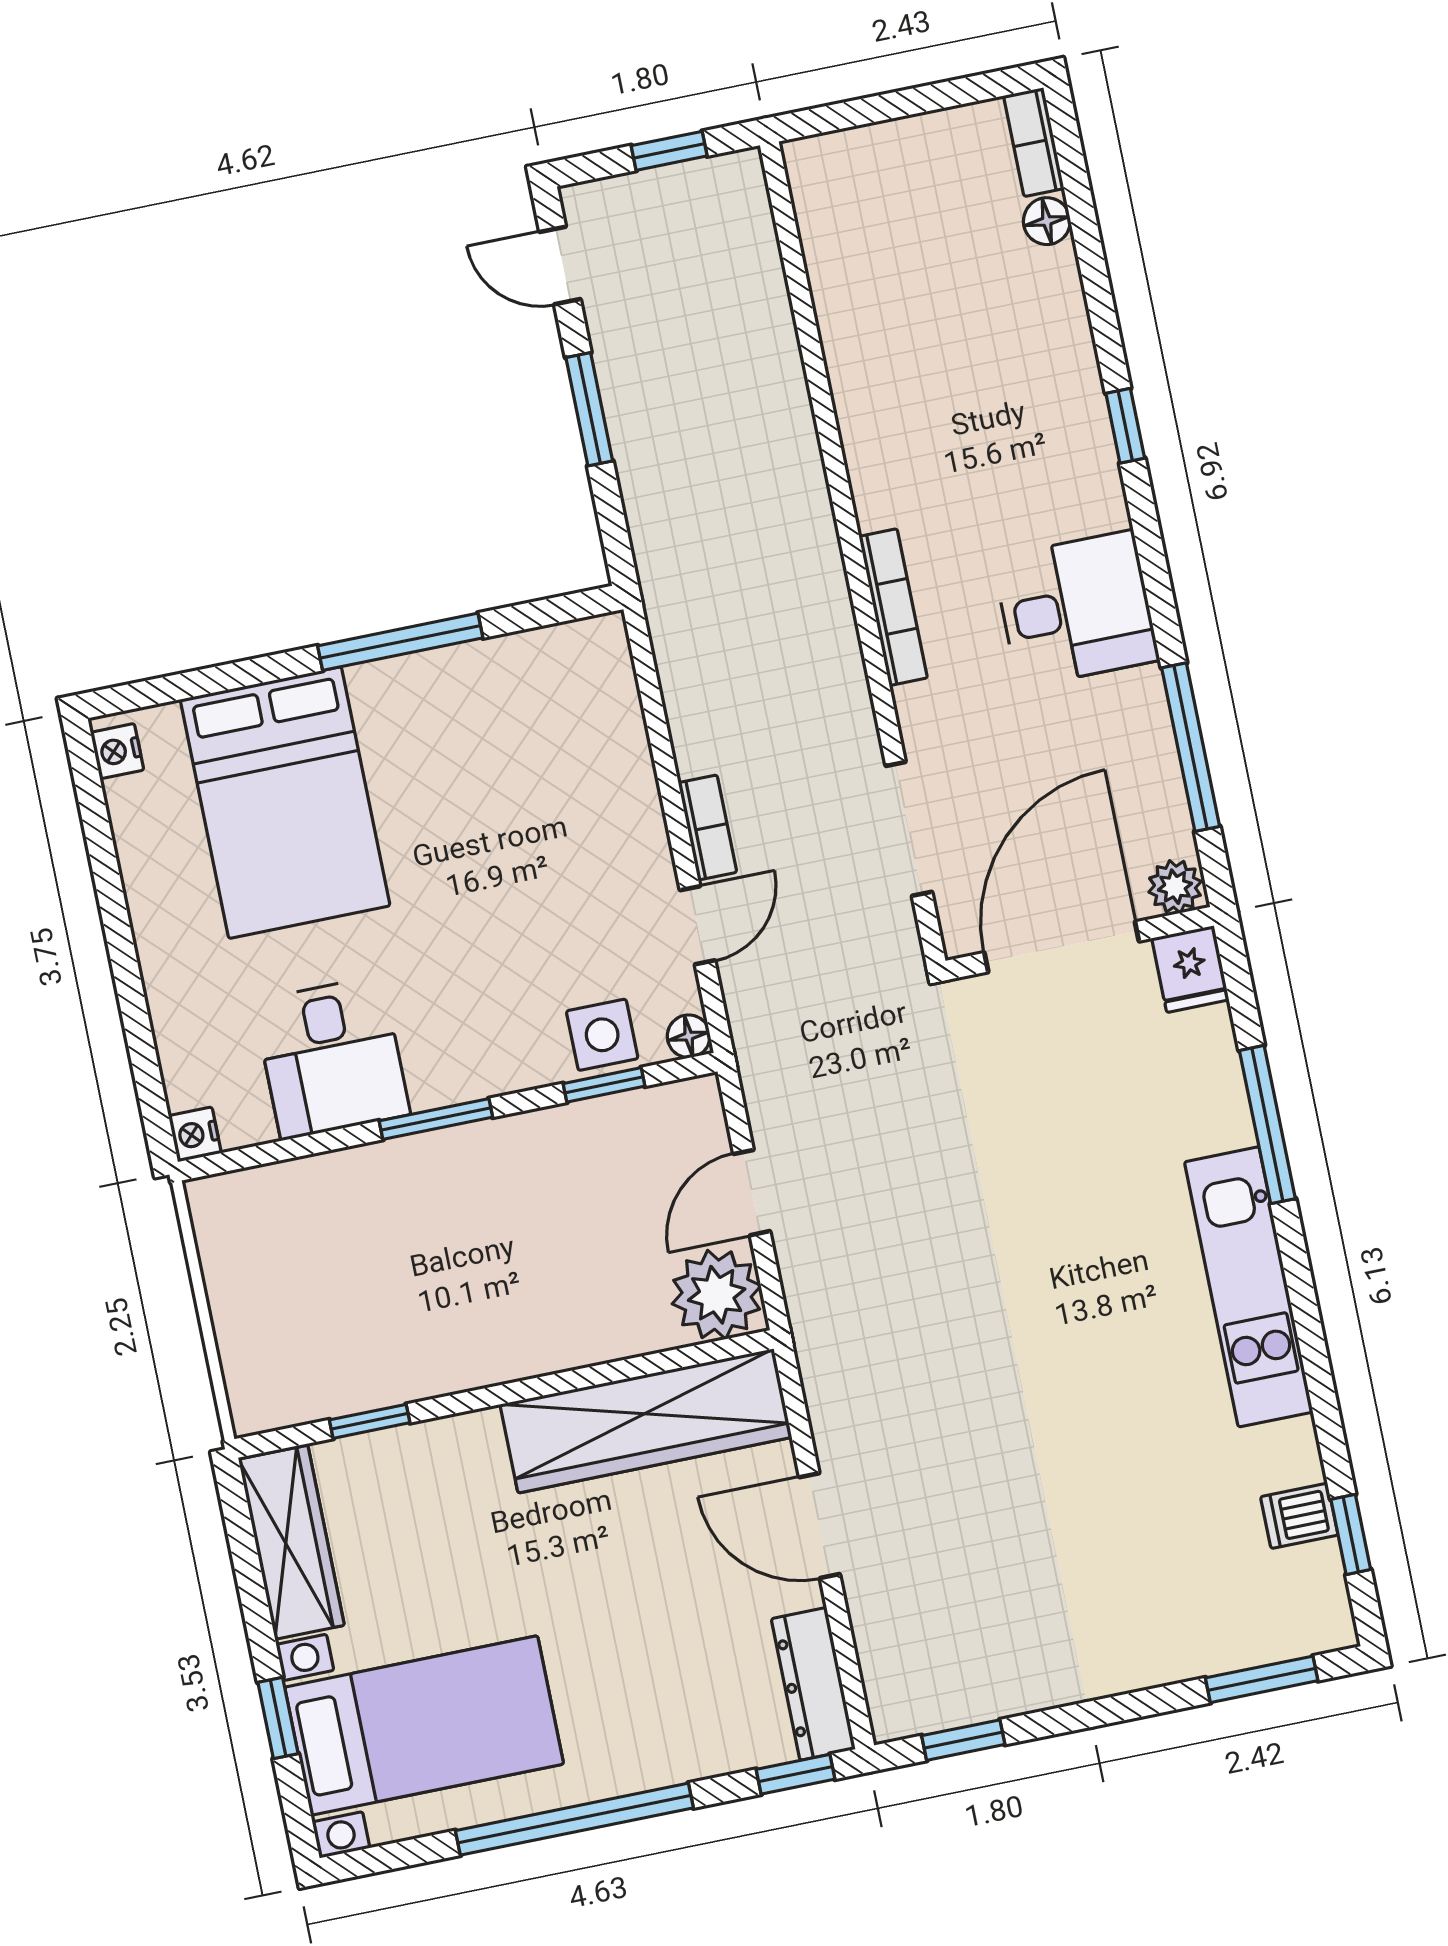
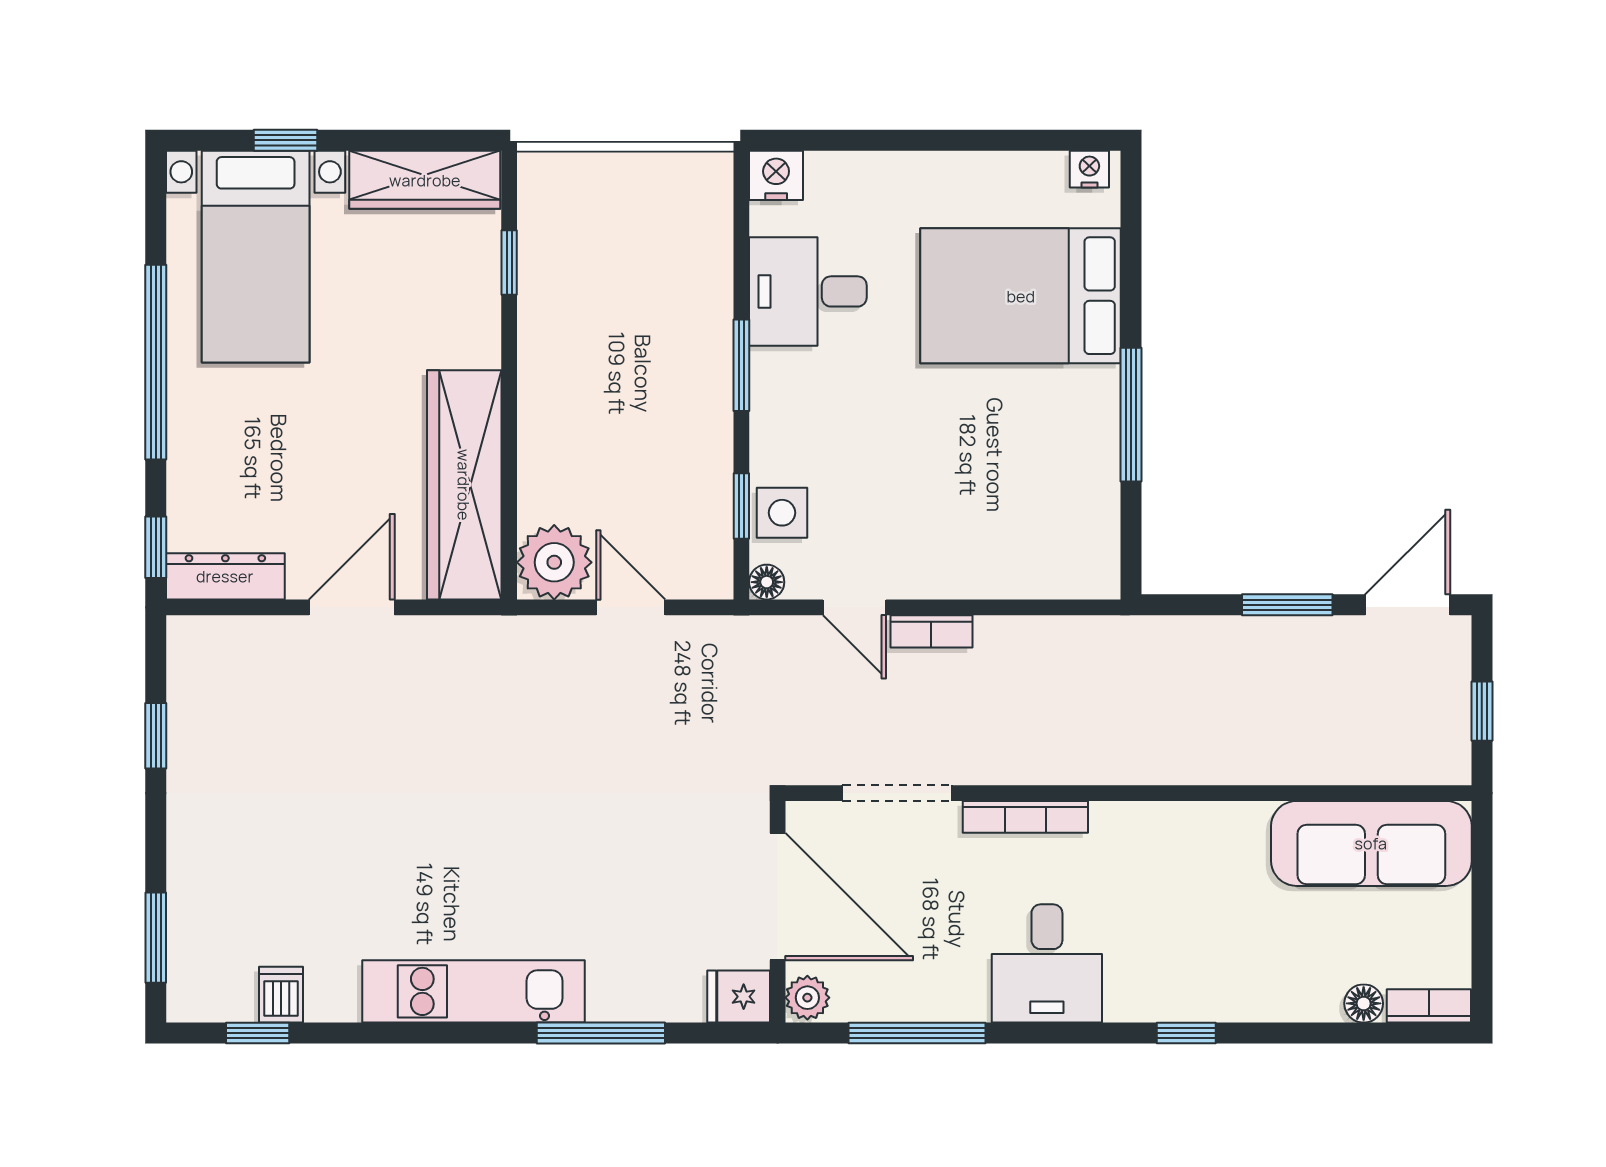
sofa: (854, 251) -> (1371, 843), added
door: (560, 266) -> (1408, 605), width x1.38
bookcase: (893, 607) -> (1025, 817), moved
nightstand: (195, 1134) -> (776, 175), width x1.39, depth x1.35
window: (963, 1740) -> (156, 736), moved

